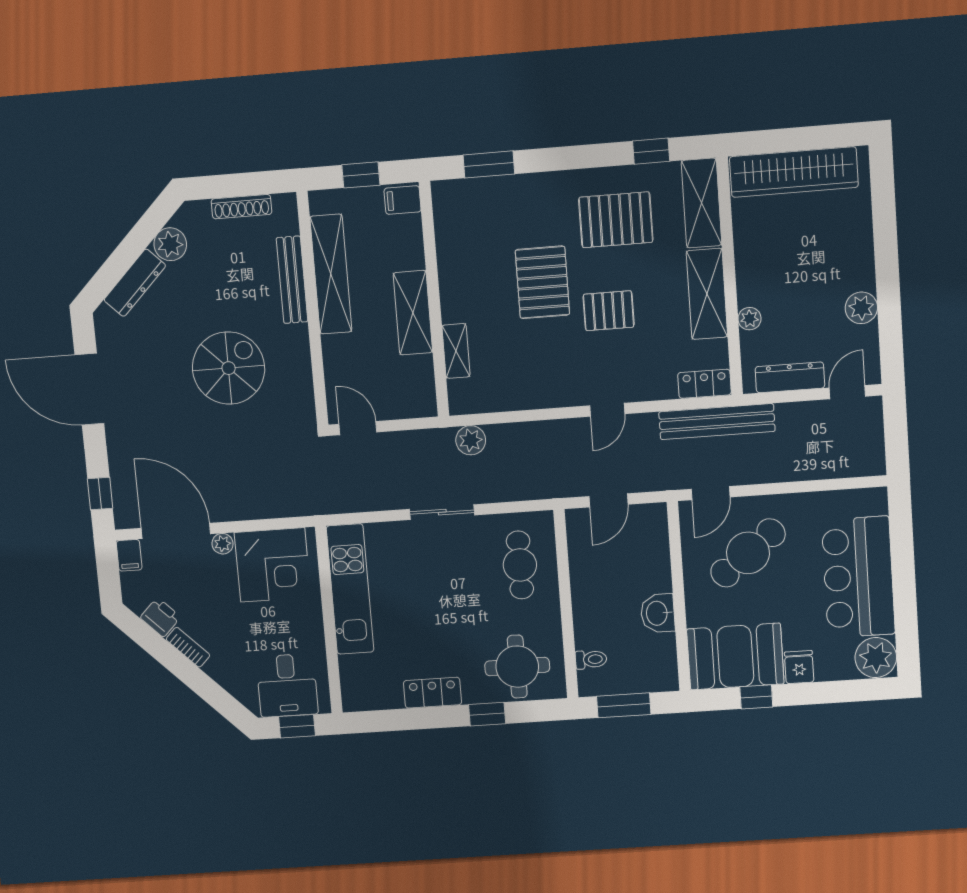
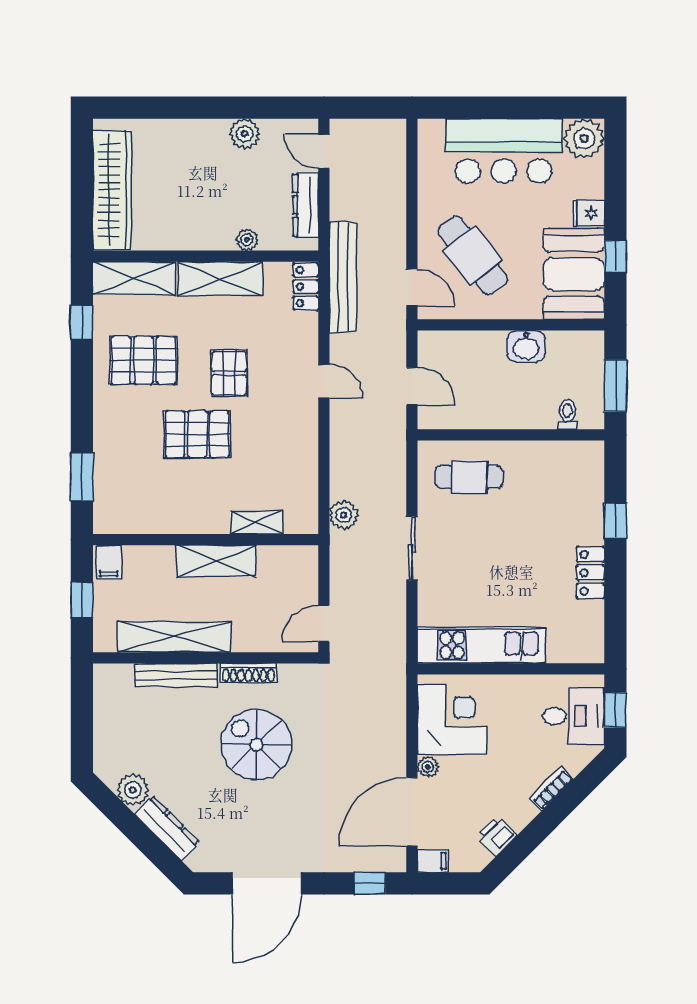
shoe rack: (241, 207) -> (248, 673), moved, turned 90
pallet: (616, 220) -> (143, 360), turned 90
bookcase: (188, 647) -> (551, 789), moved
round table: (517, 667) -> (570, 487), removed

